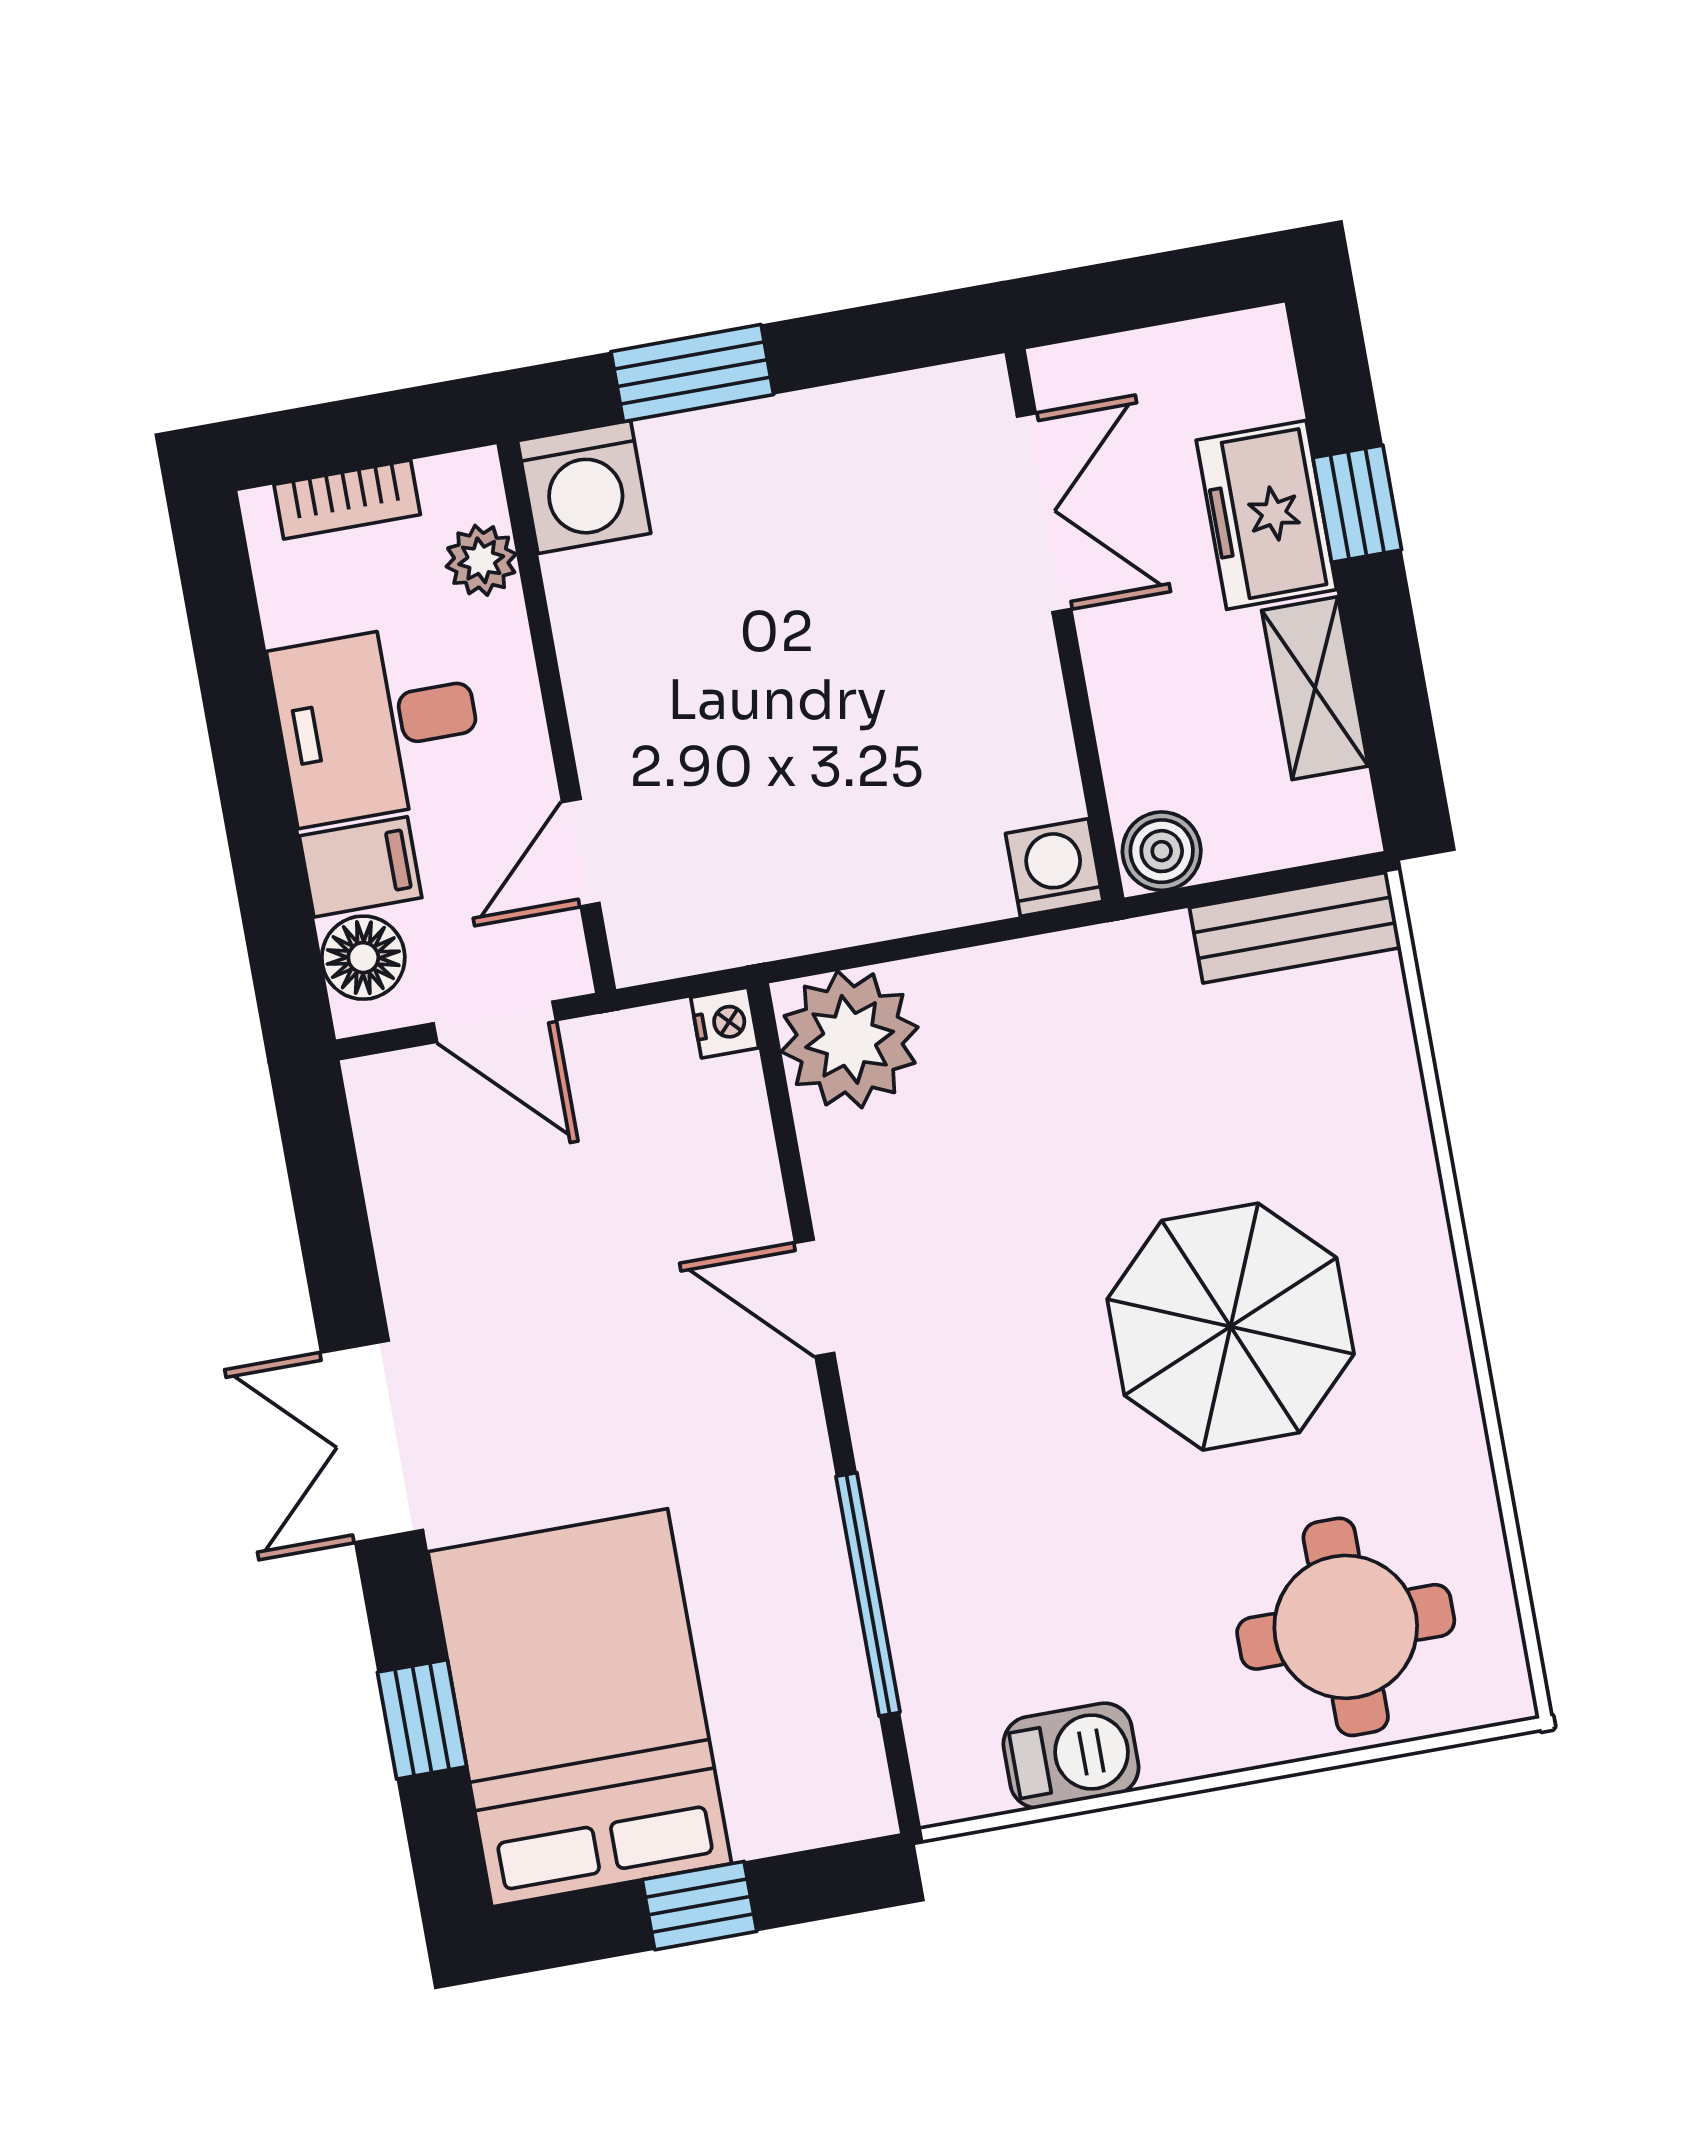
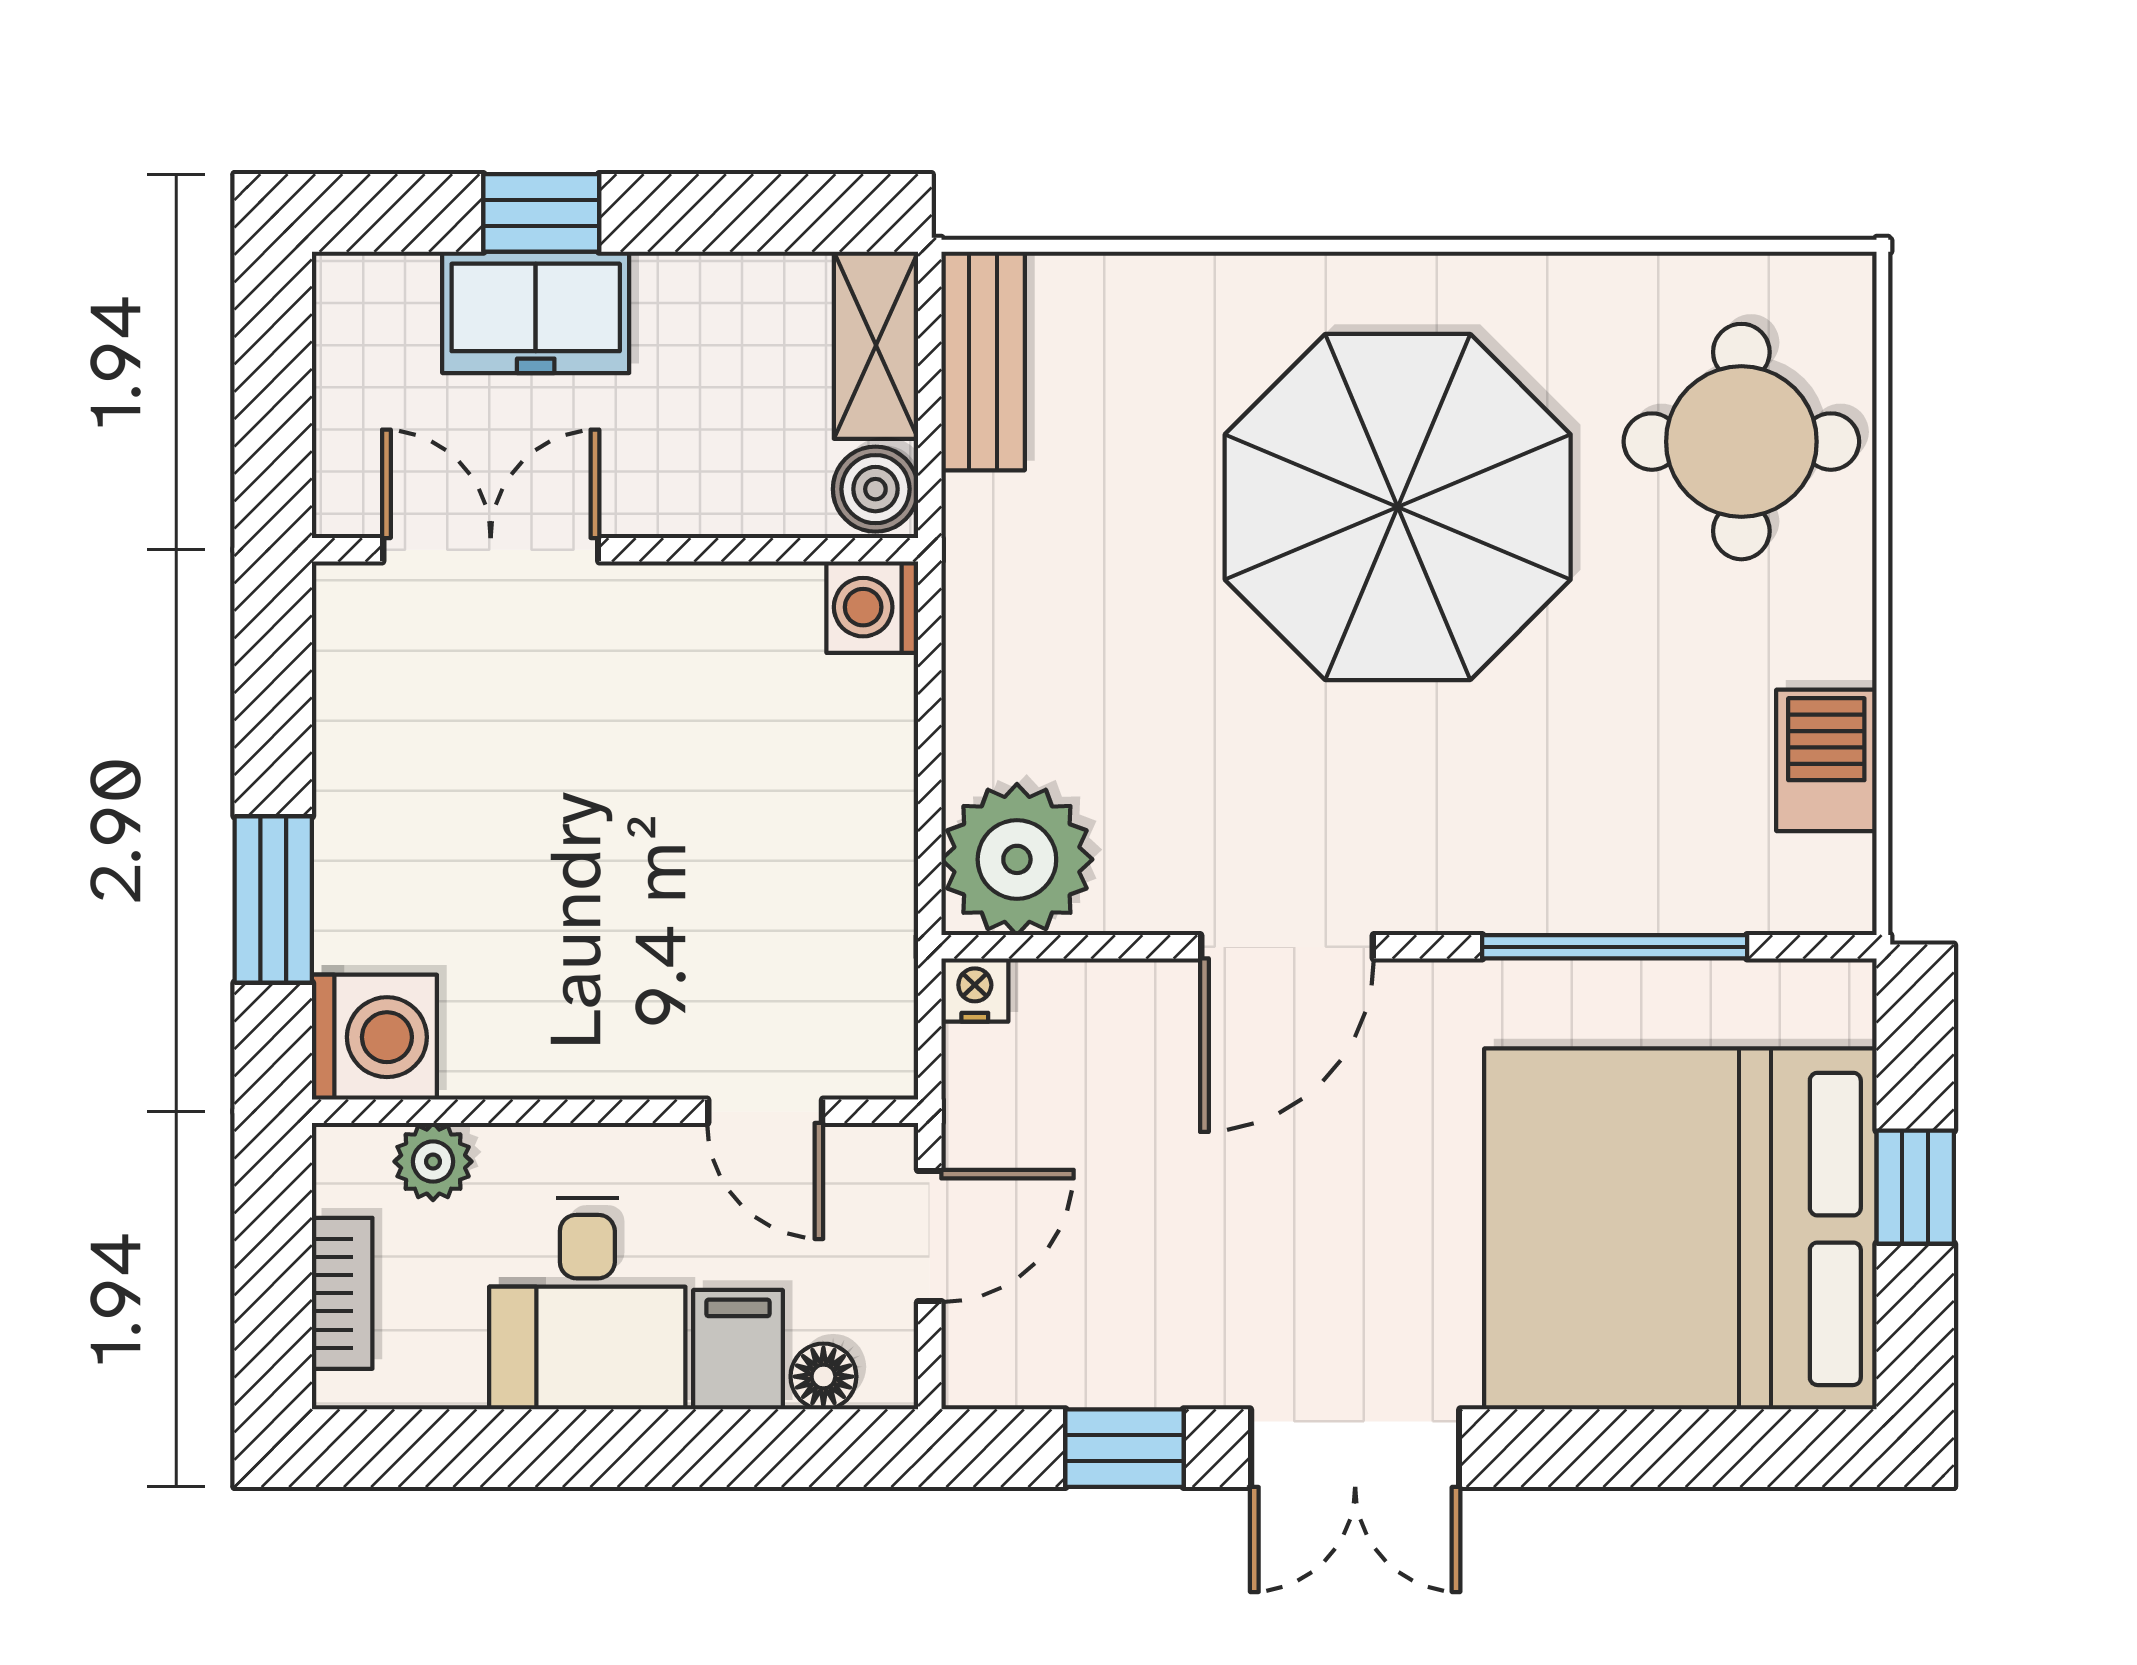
shelving: (1315, 688) -> (876, 345), moved, turned 90
floor lamp: (363, 958) -> (823, 1377), width x0.73, depth x0.73
door: (815, 1298) -> (1287, 947), width x1.38
parasol: (1231, 1327) -> (1398, 507), width x1.36, depth x1.36
bed: (580, 1708) -> (1680, 1229), width x1.36
window: (422, 1719) -> (1124, 1448), moved

